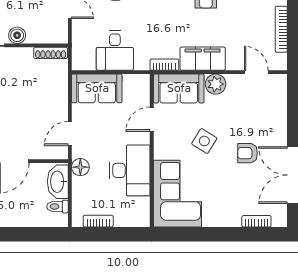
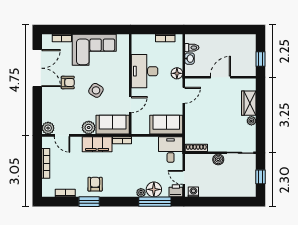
desk: (115, 50) -> (171, 149), moved
plant: (278, 83) -> (48, 128), added
washbasin: (58, 182) -> (190, 59), width x0.52, depth x0.69
corner sofa: (177, 194) -> (94, 50), moved, turned -90

